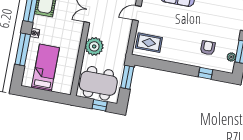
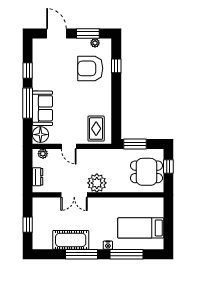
plant: (94, 46) -> (97, 183), moved
armchair: (208, 48) -> (90, 68), width x1.88, depth x1.88
dining table: (98, 83) -> (146, 172), width x0.73

